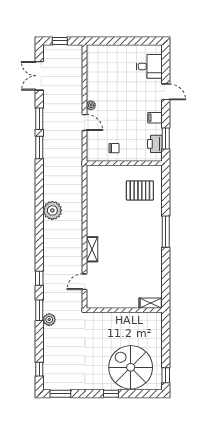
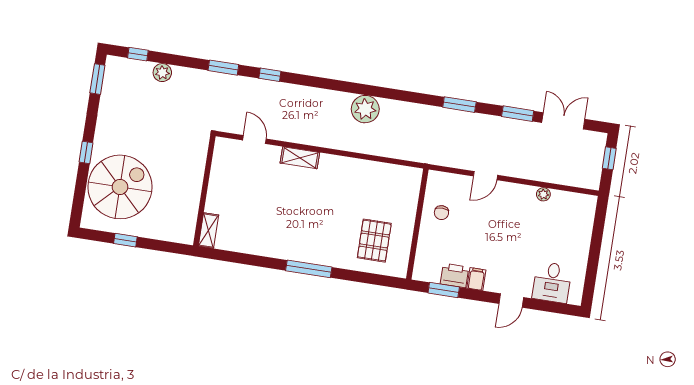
plant: (91, 105) -> (543, 194), moved
window: (39, 119) -> (518, 114), moved
printer: (155, 144) -> (455, 275), moved
plant: (49, 320) -> (162, 73), moved
window: (166, 375) -> (125, 240), moved

